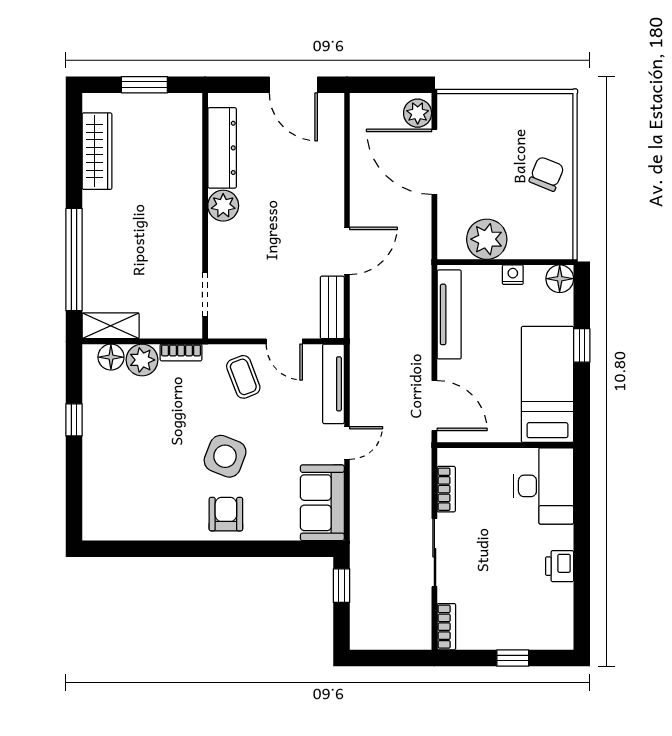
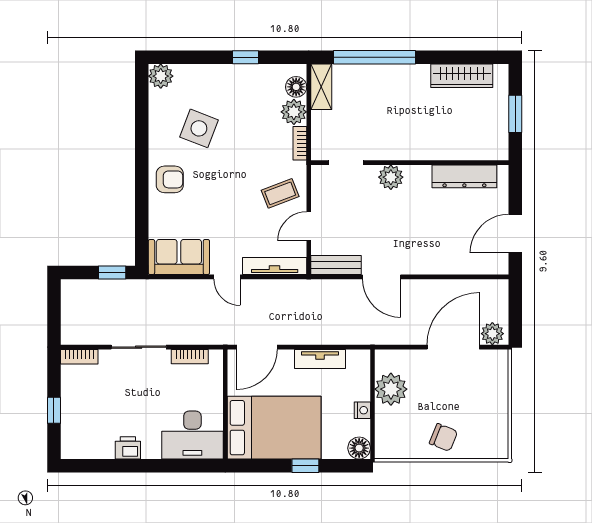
plant: (223, 206) -> (391, 177), moved
tv unit: (449, 314) -> (320, 359), width x0.71
bed: (547, 384) -> (274, 428), width x1.50
side table: (225, 456) -> (199, 128), moved
plant: (97, 525) -> (161, 76), added

